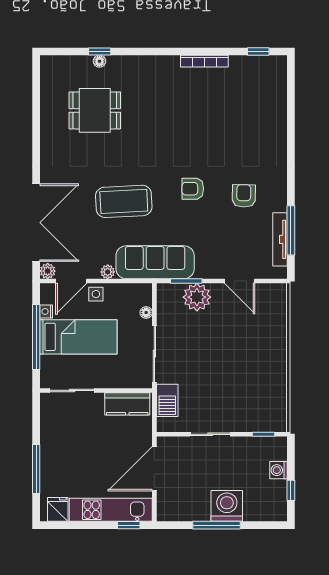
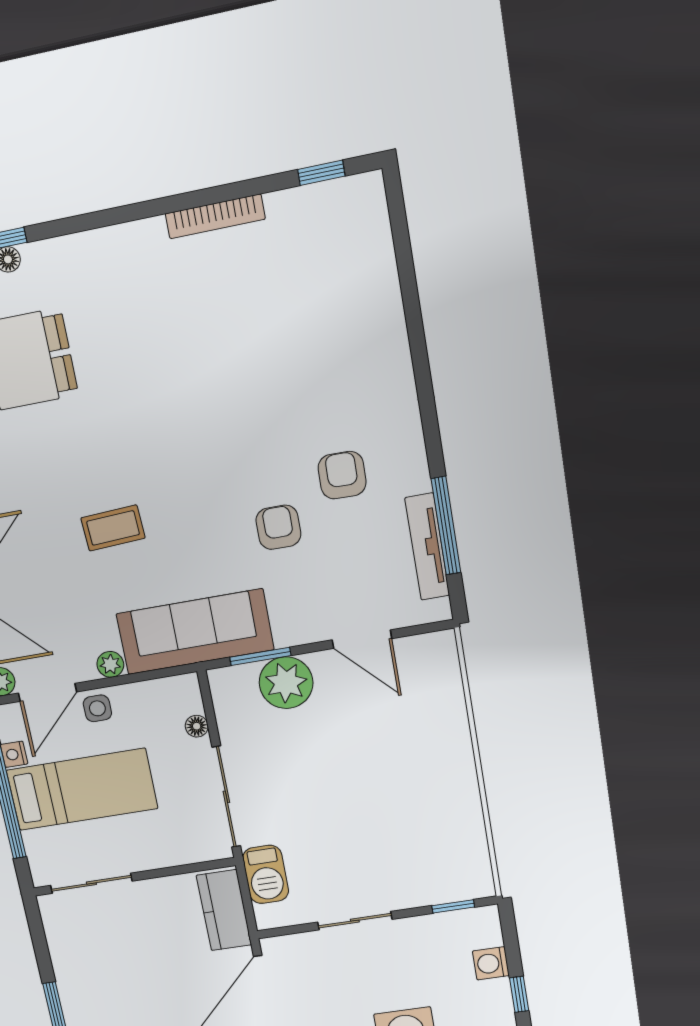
armchair: (193, 189) -> (278, 527), moved, turned 90
coffee table: (124, 201) -> (113, 528), width x0.54, depth x0.58
kitchen counter: (127, 404) -> (224, 910), moved, turned 90

